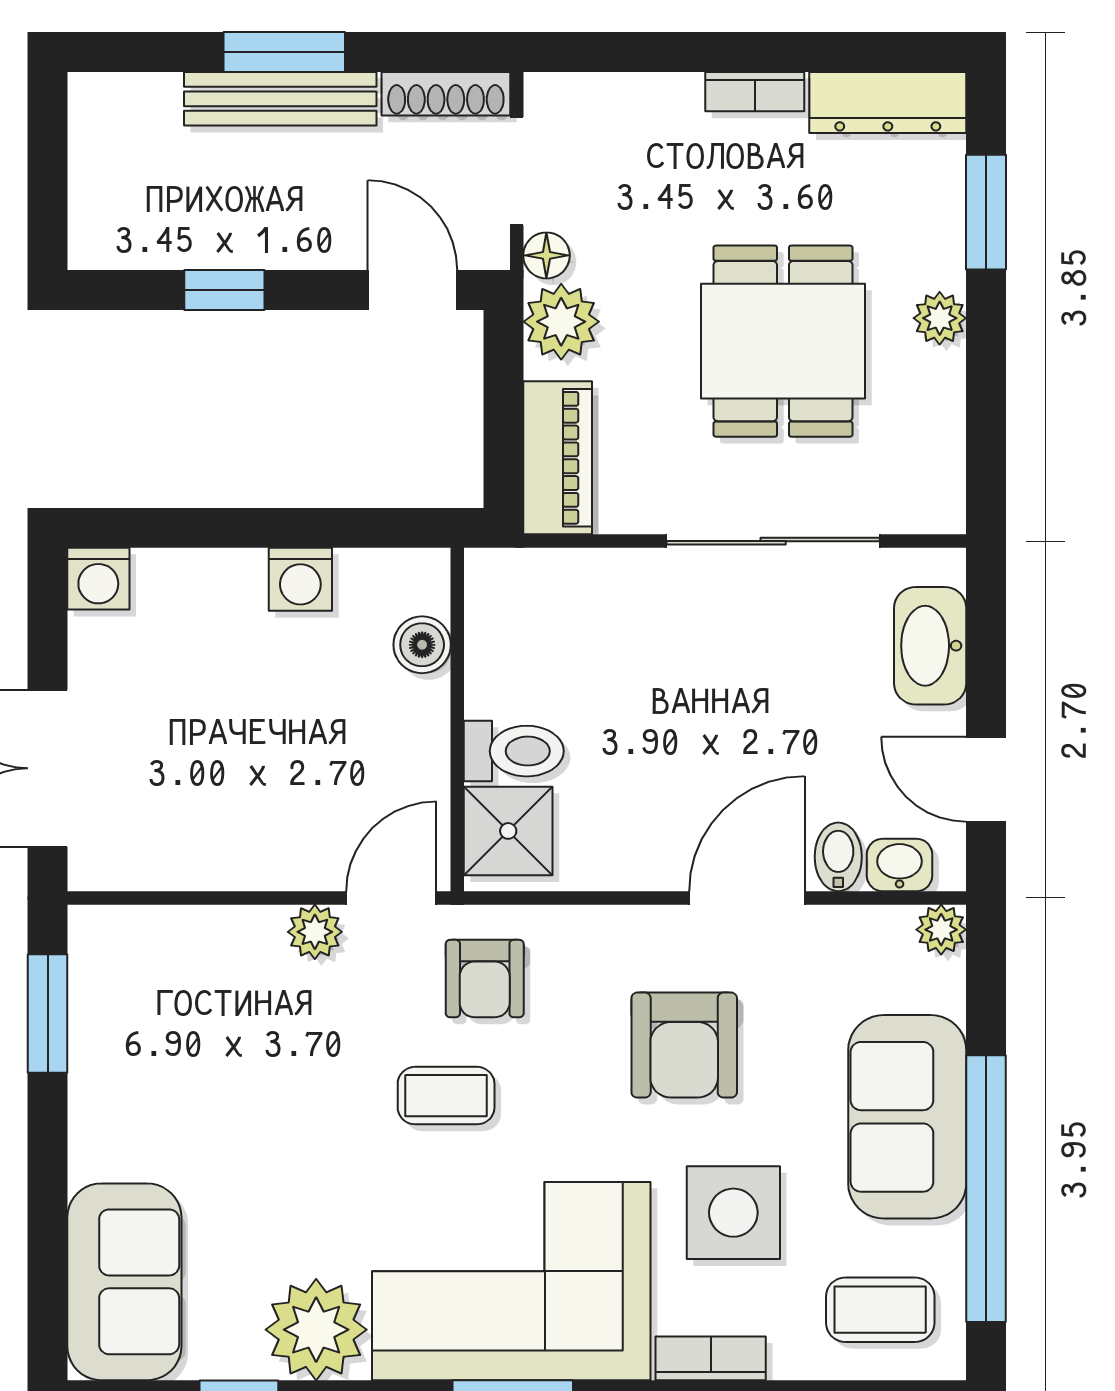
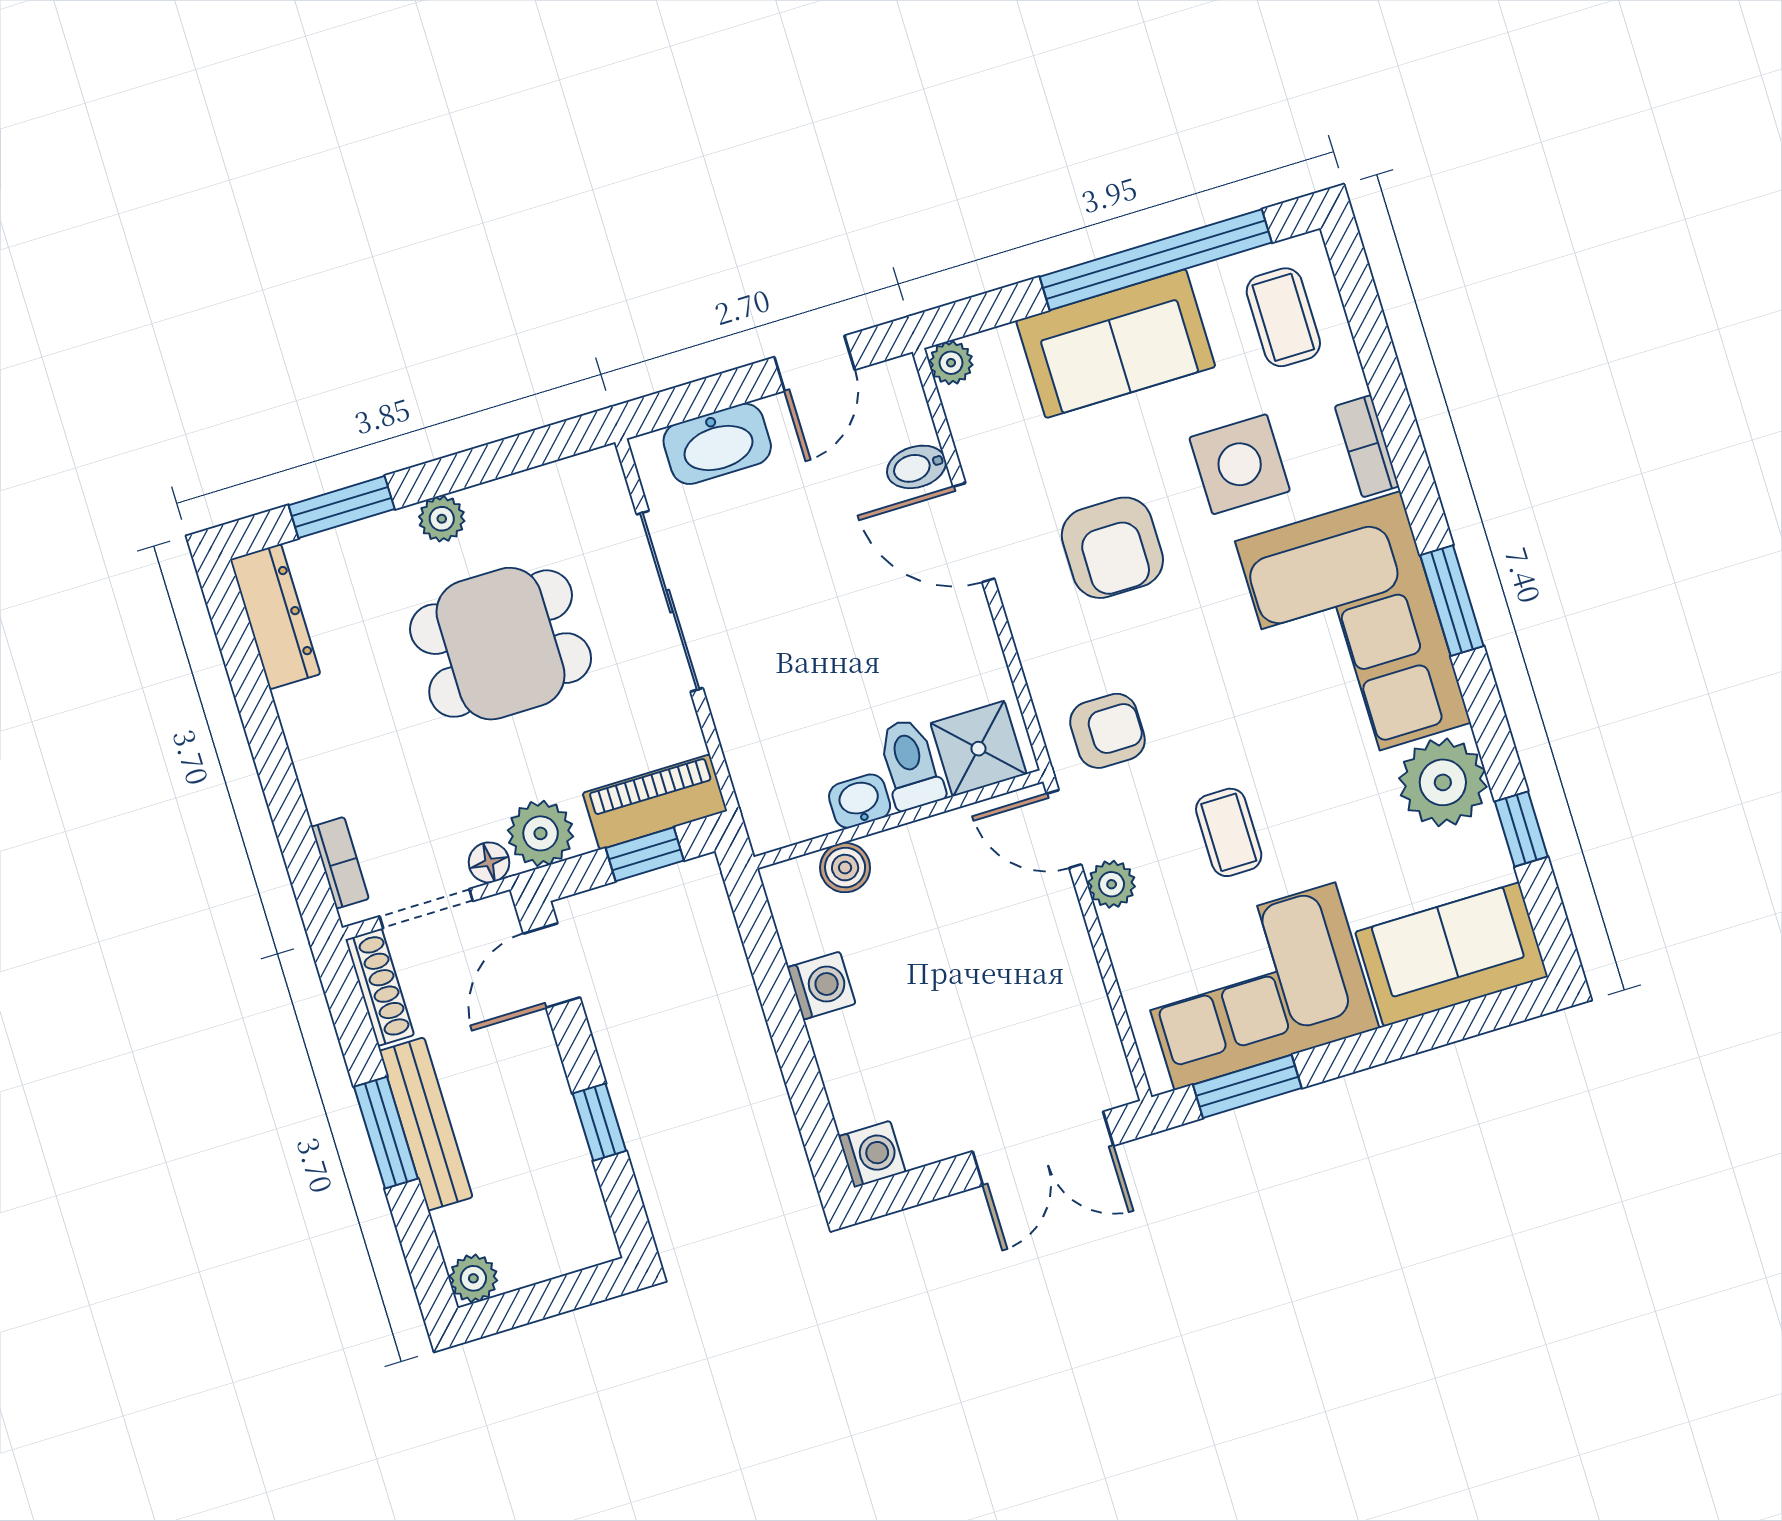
bookcase: (755, 92) -> (340, 863), moved
plant: (95, 100) -> (473, 1278), added
window: (504, 429) -> (645, 854), added
washbasin: (900, 865) -> (860, 801), moved, turned 90
armchair: (684, 1045) -> (1112, 548), turned 90
corner sofa: (155, 1055) -> (1255, 986), added
coffee table: (446, 1096) -> (1229, 832), moved

